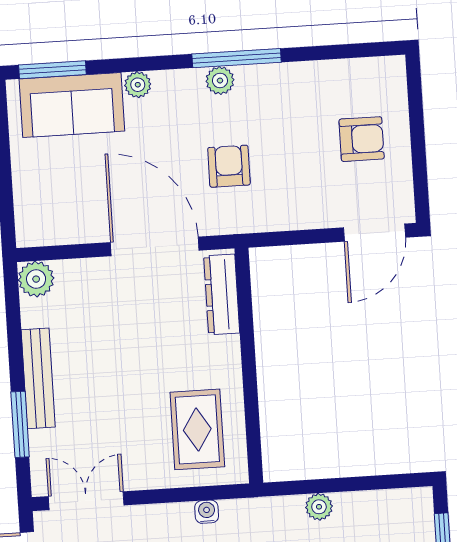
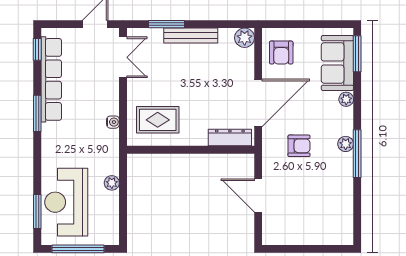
armchair: (362, 139) -> (281, 53), moved
door: (375, 233) -> (258, 196), moved

